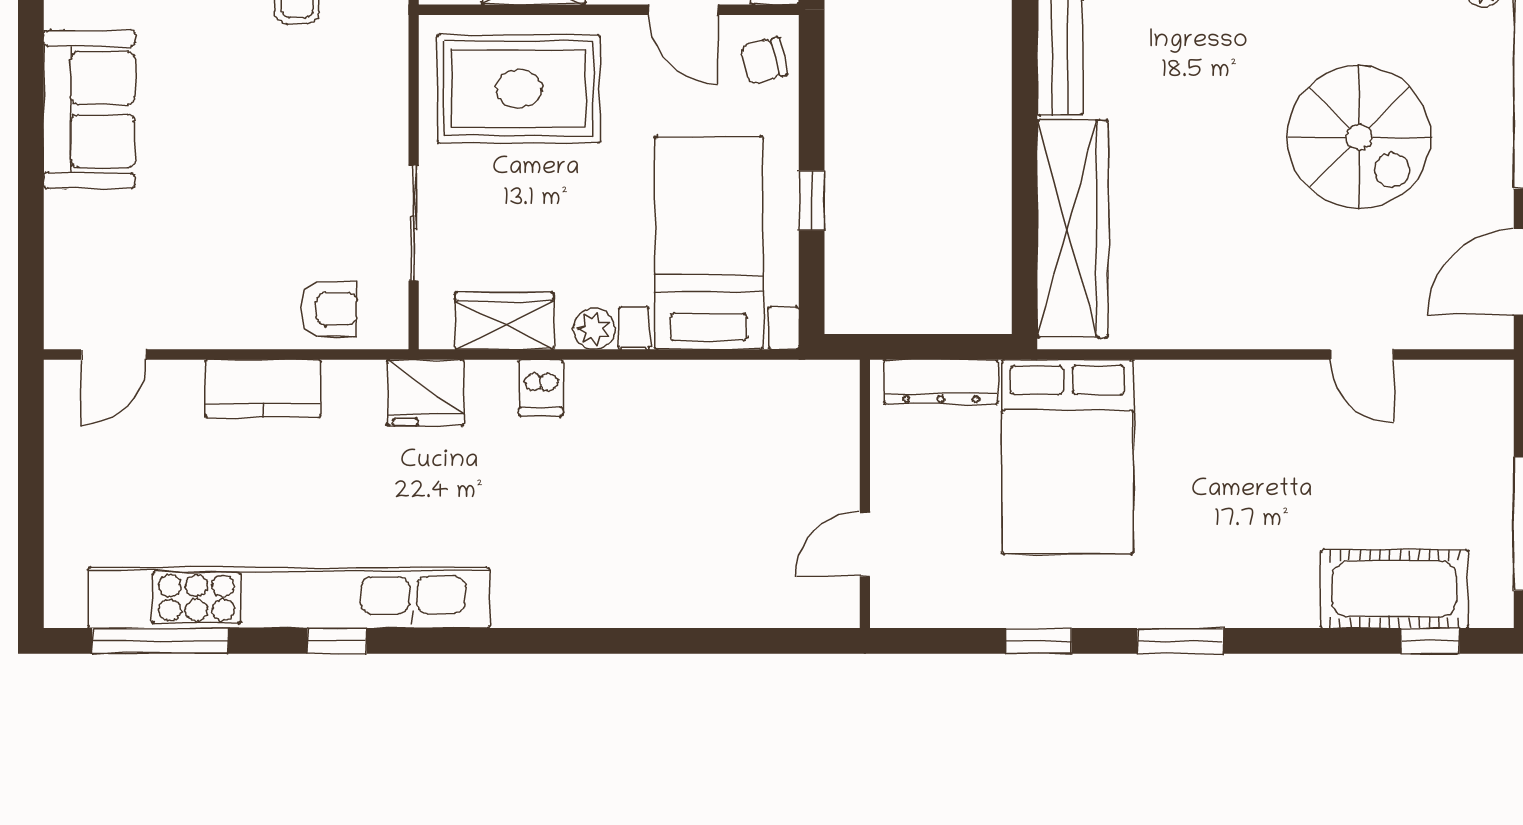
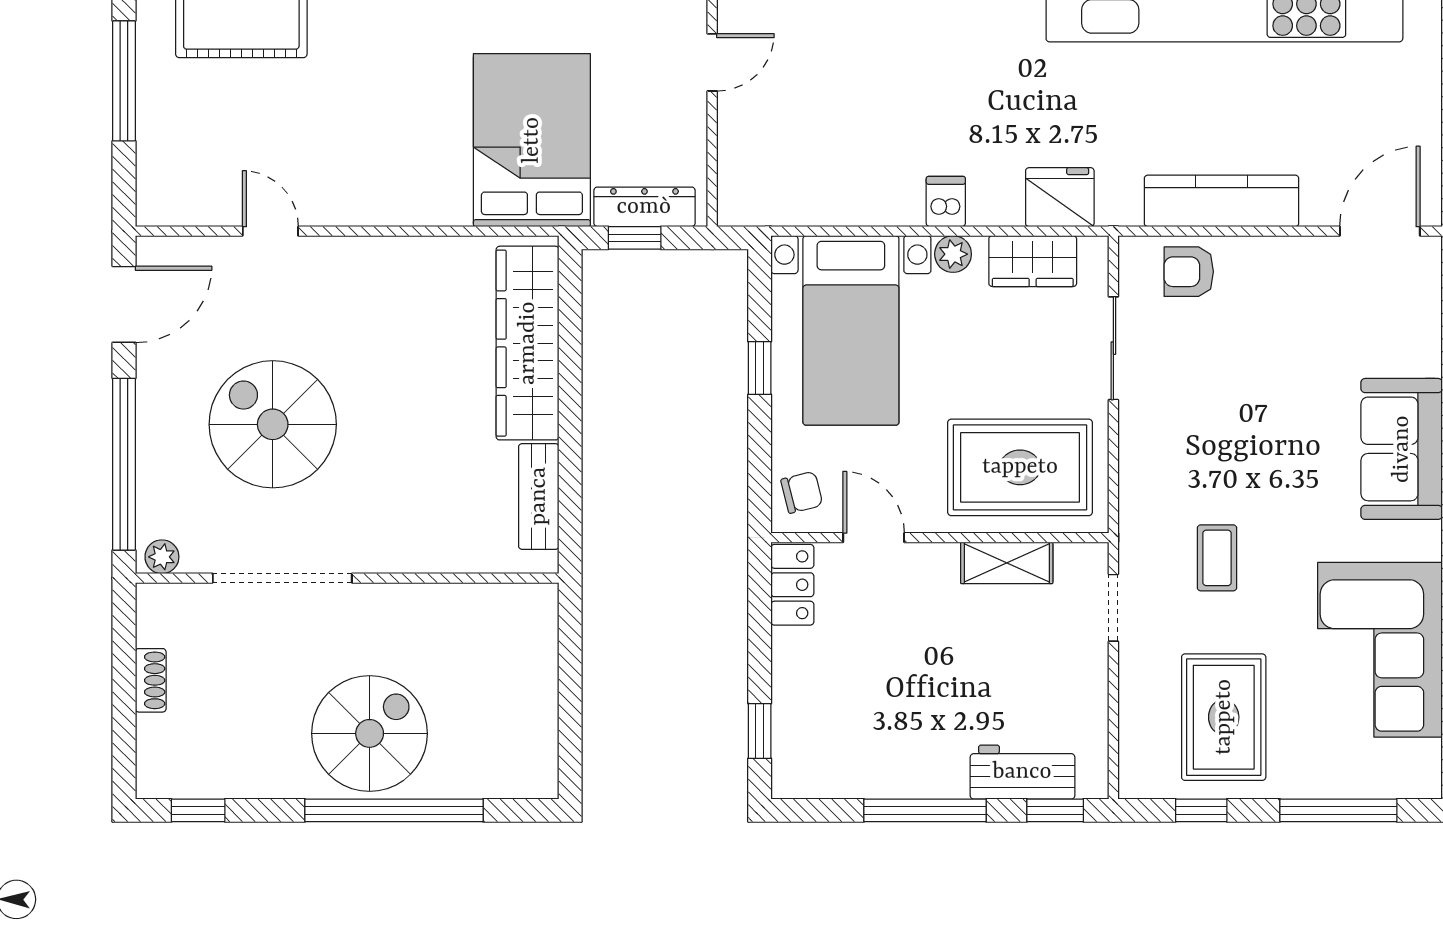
window: (952, 347) -> (635, 238), added
door: (114, 354) -> (1380, 231), width x1.37
kitchen counter: (263, 388) -> (1222, 201), width x1.50
dishwasher: (541, 388) -> (946, 201), moved
fridge: (425, 393) -> (1060, 197), moved

